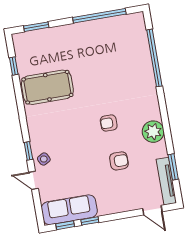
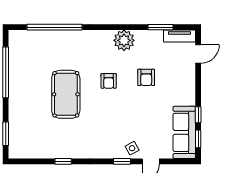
window: (14, 66) -> (63, 161), moved
pool table: (47, 87) -> (66, 94), moved
armchair: (119, 161) -> (146, 77), turned 180
tv unit: (166, 181) -> (180, 36), width x0.71

